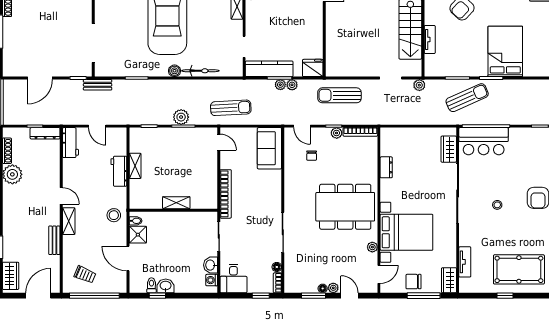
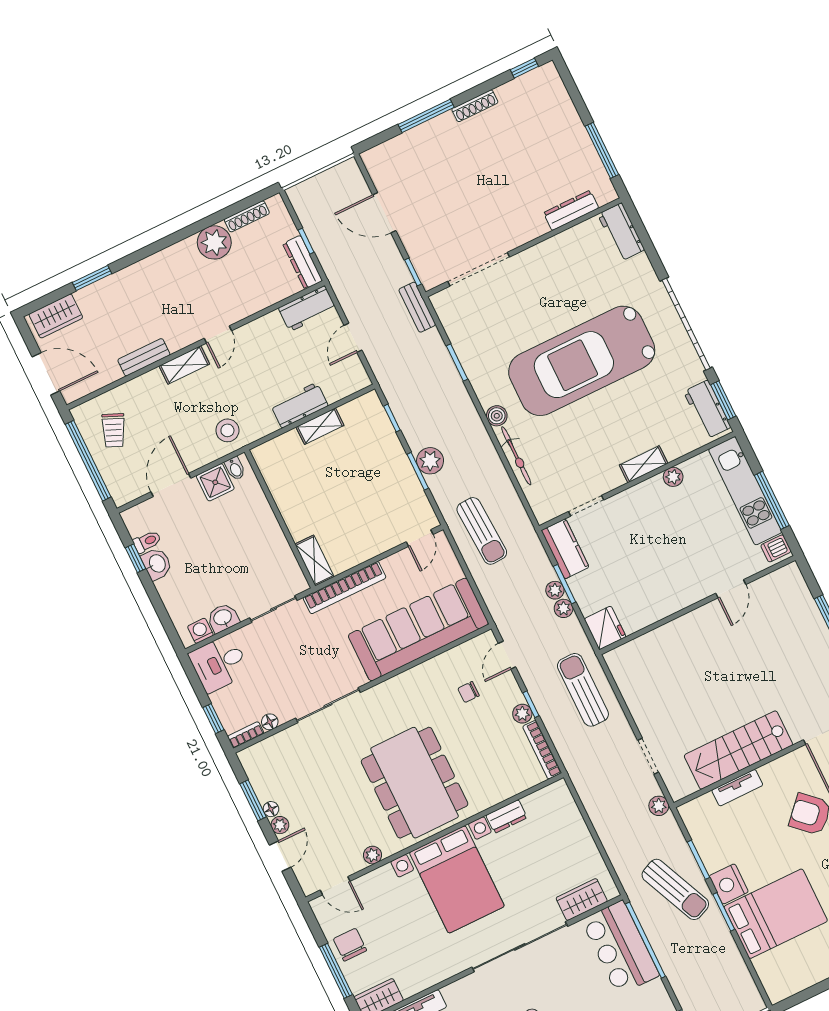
nightstand: (478, 68) -> (729, 884), added
kitchen counter: (269, 69) -> (565, 549), width x0.67
sofa: (269, 148) -> (418, 629), width x1.85, depth x1.27
shelving: (176, 203) -> (314, 561), moved
bed with nightstands: (406, 232) -> (457, 879), moved

